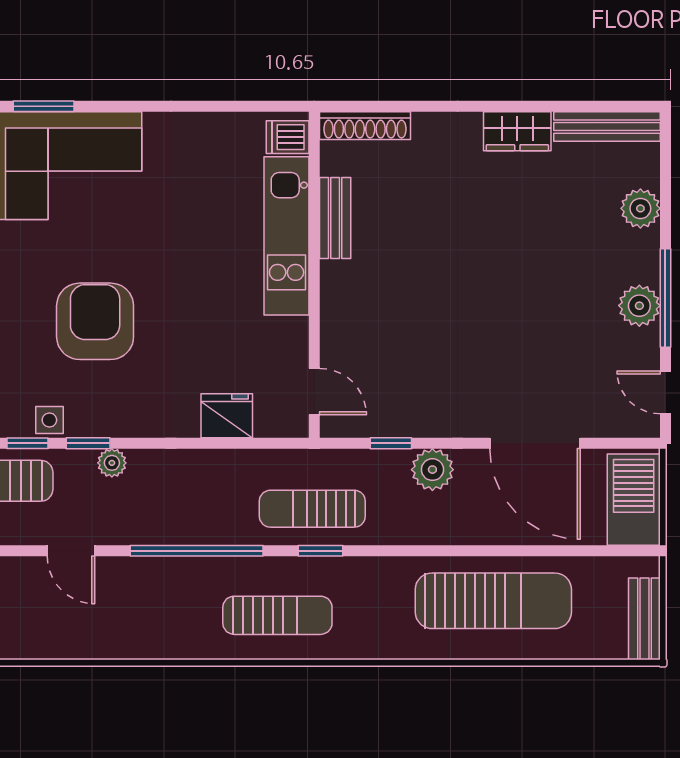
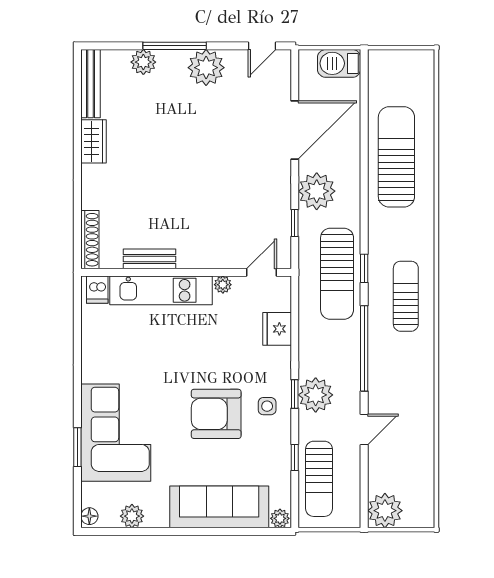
window: (665, 298) -> (175, 46), moved
plant: (639, 306) -> (206, 68), width x1.36, depth x1.36
plant: (295, 332) -> (223, 285), added
side table: (49, 420) -> (267, 406), moved
window: (88, 443) -> (295, 394), moved
plant: (112, 463) -> (316, 395), width x1.88, depth x1.88
plant: (432, 470) -> (317, 191), width x1.36, depth x1.36
barbecue: (634, 500) -> (339, 63), width x0.73, depth x0.83
sun lounger: (312, 509) -> (337, 274), width x1.36, depth x1.34
bench: (644, 619) -> (408, 59), removed

